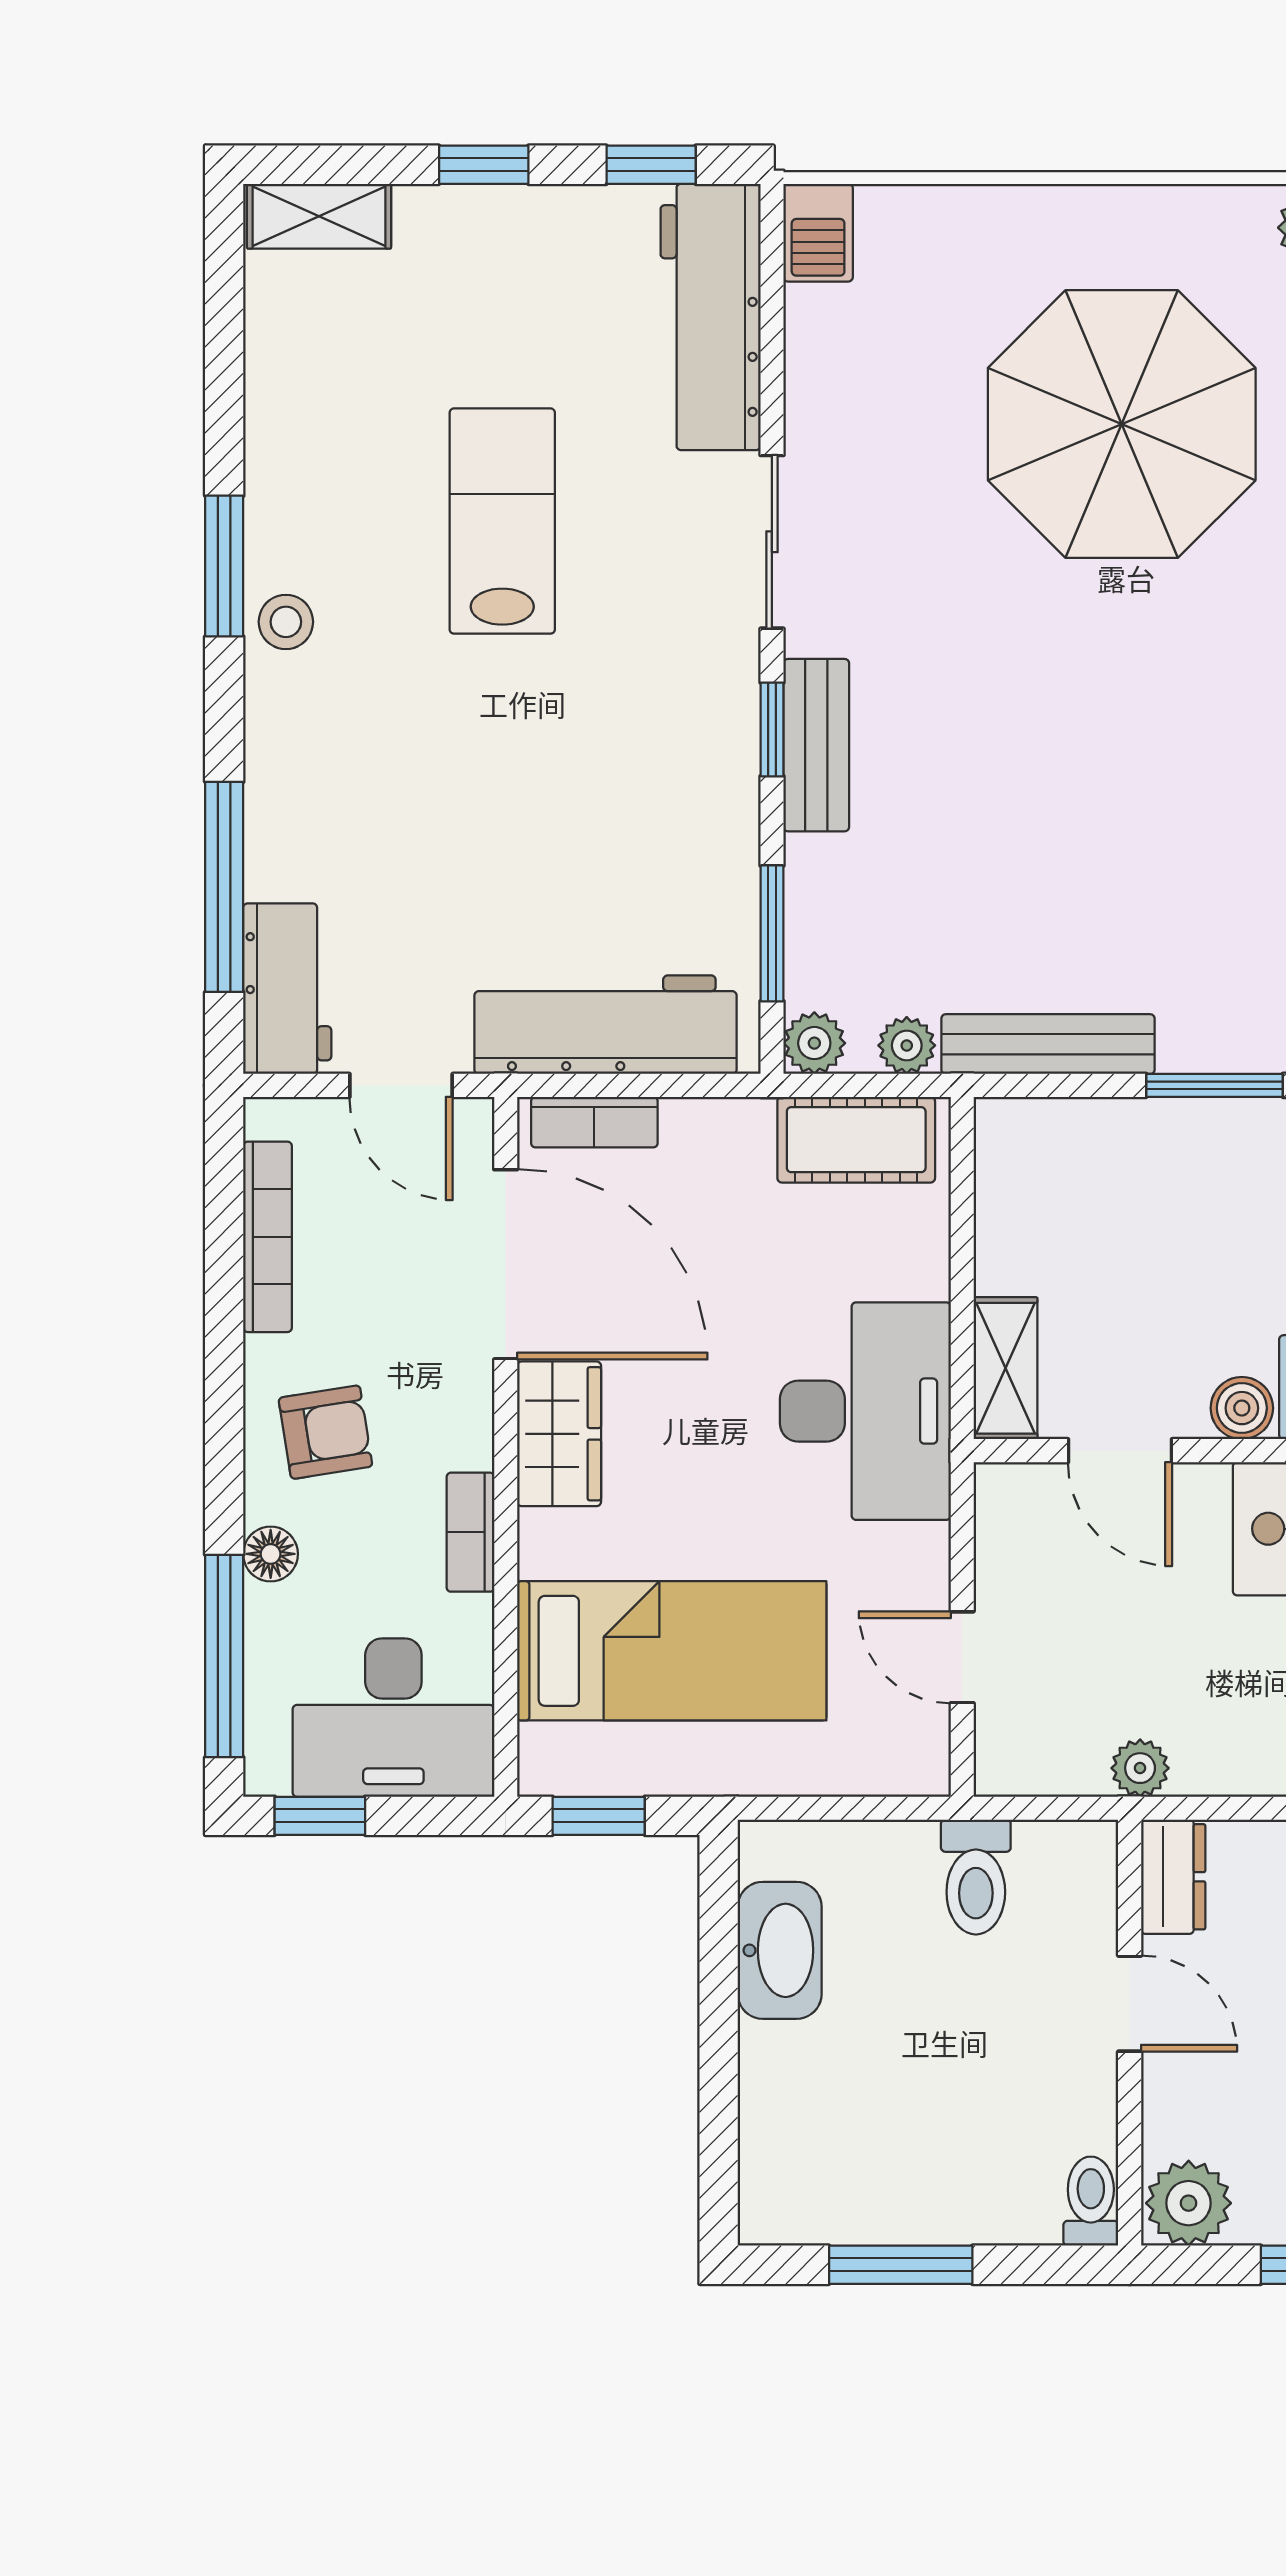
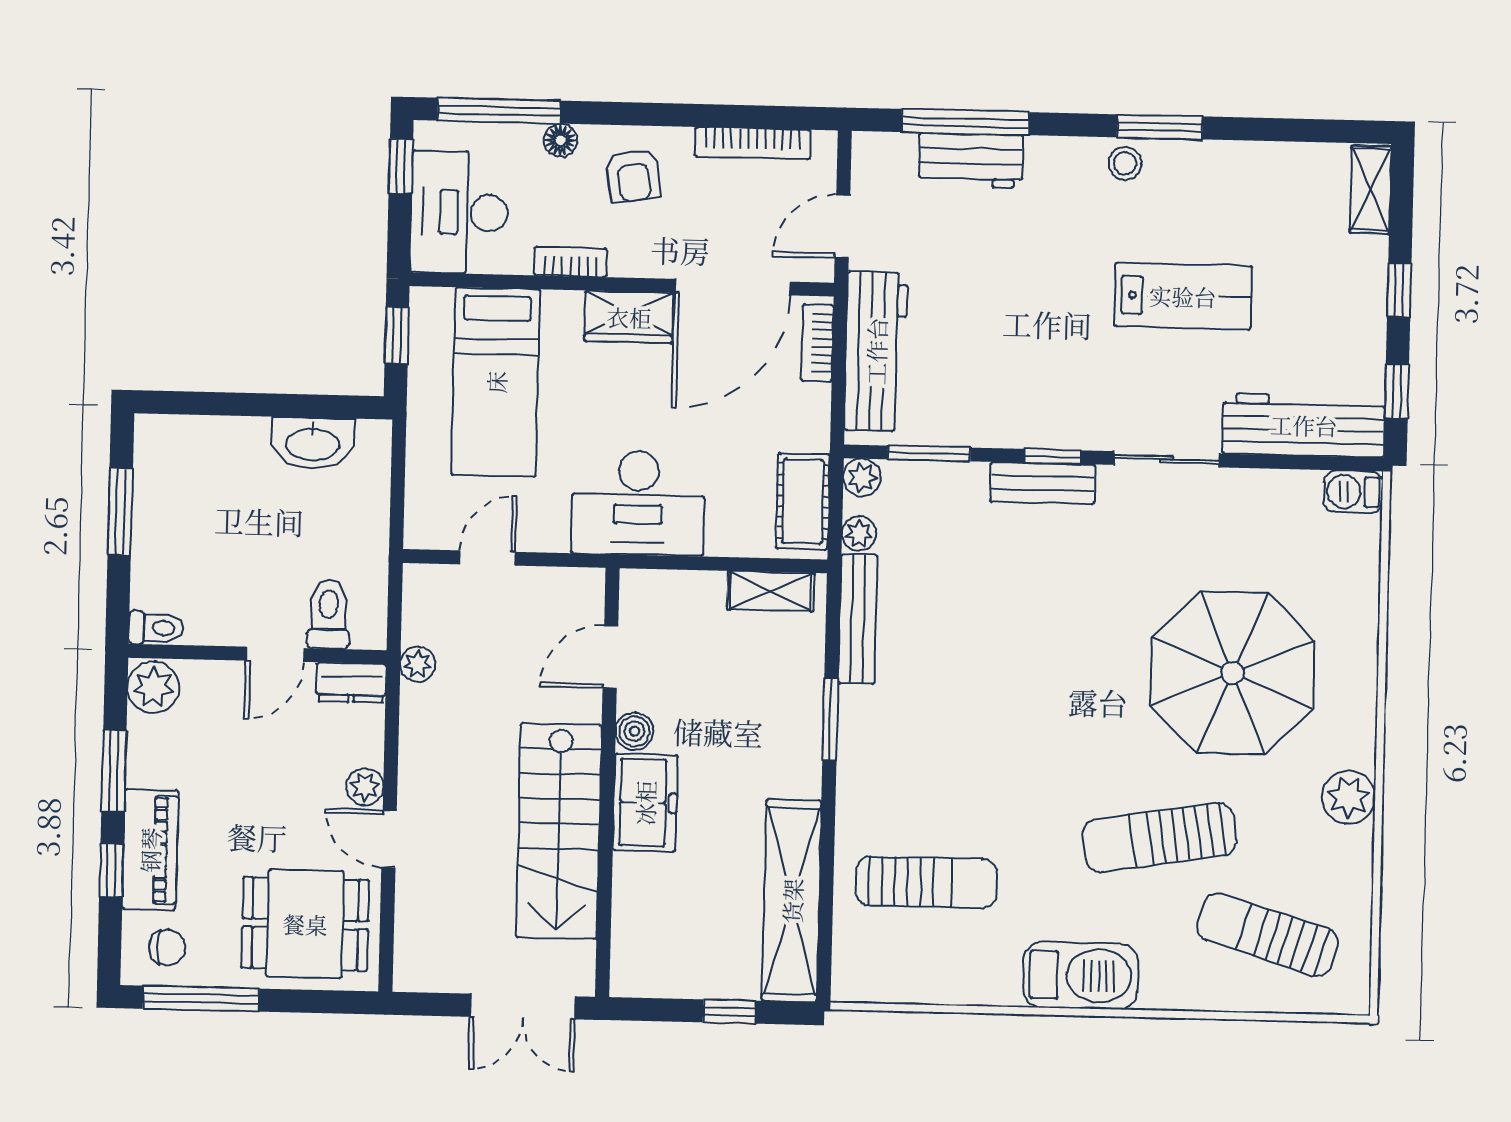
workbench: (287, 989) -> (971, 160), moved
shelving: (1006, 1368) -> (771, 591), moved
toilet: (976, 1877) -> (329, 614), moved, turned 90

